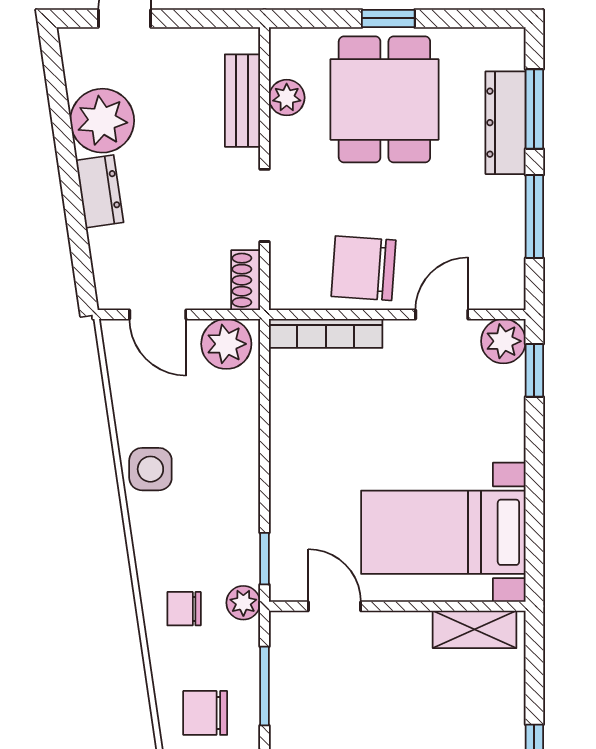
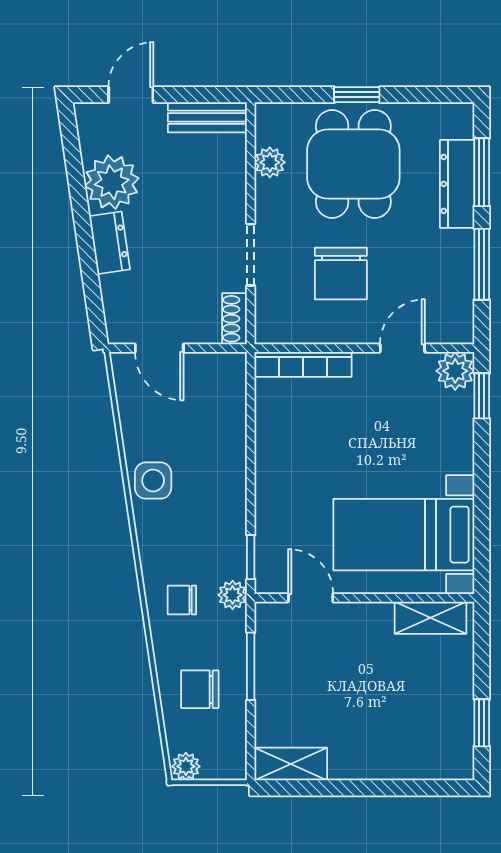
bench: (242, 101) -> (207, 117), moved, turned 90
chair: (363, 268) -> (341, 274), moved, turned -94
plant: (226, 344) -> (218, 373), removed

